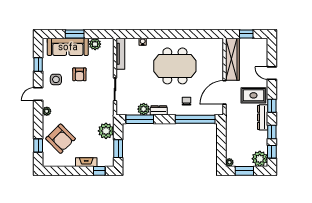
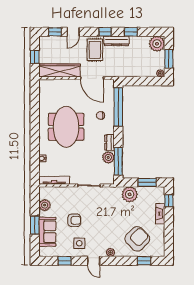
sofa: (68, 47) -> (47, 232), width x0.73
window: (272, 152) -> (55, 32), moved

